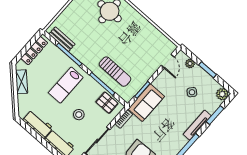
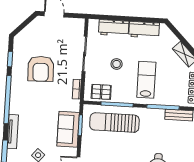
sun lounger: (115, 72) -> (114, 123), width x1.36, depth x1.34
sofa: (146, 103) -> (68, 129), moved

